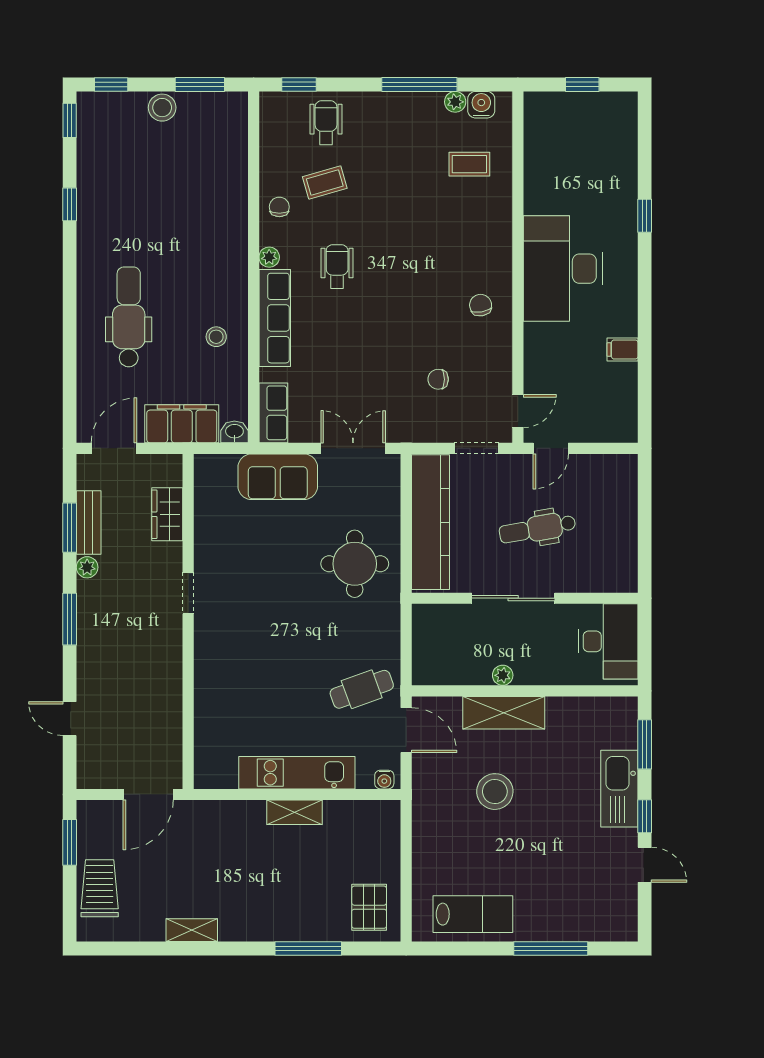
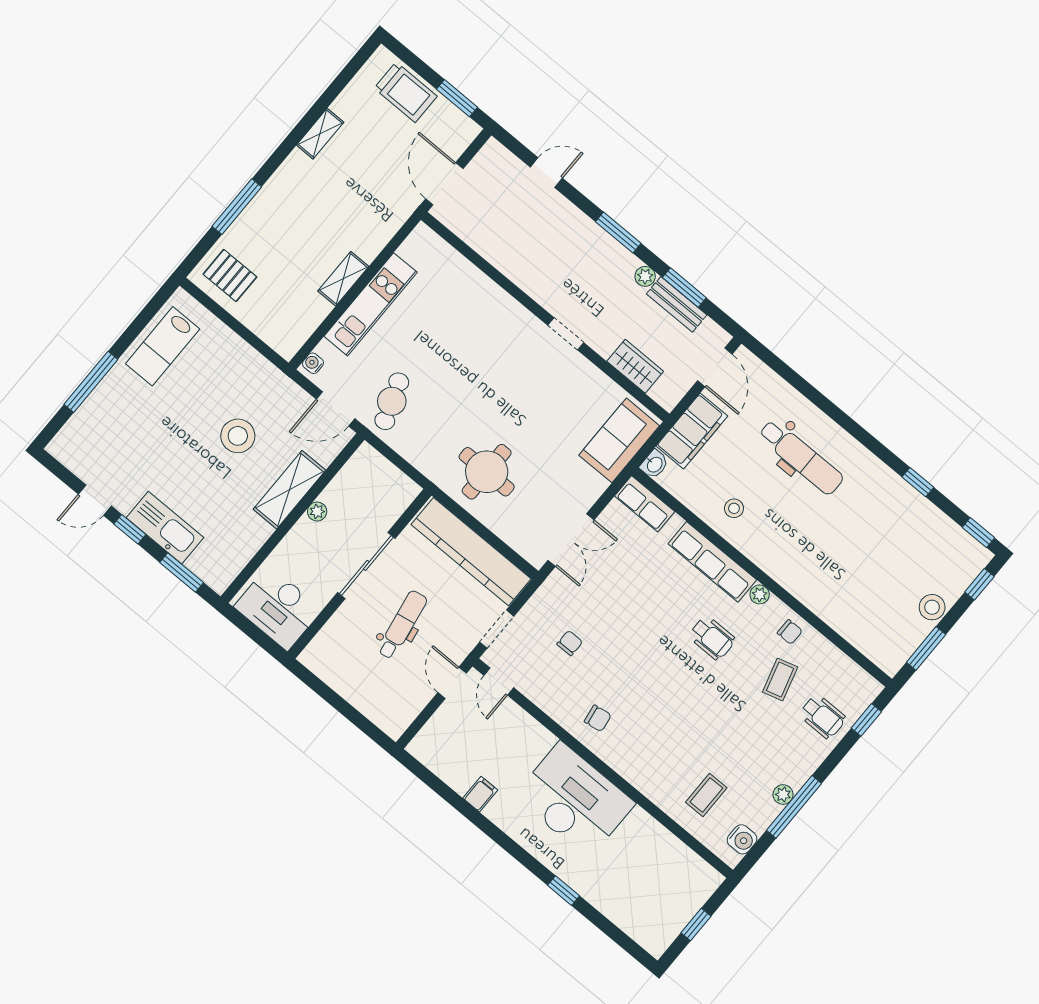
plant: (455, 102) -> (783, 795), moved
sofa: (278, 477) -> (619, 440), moved

